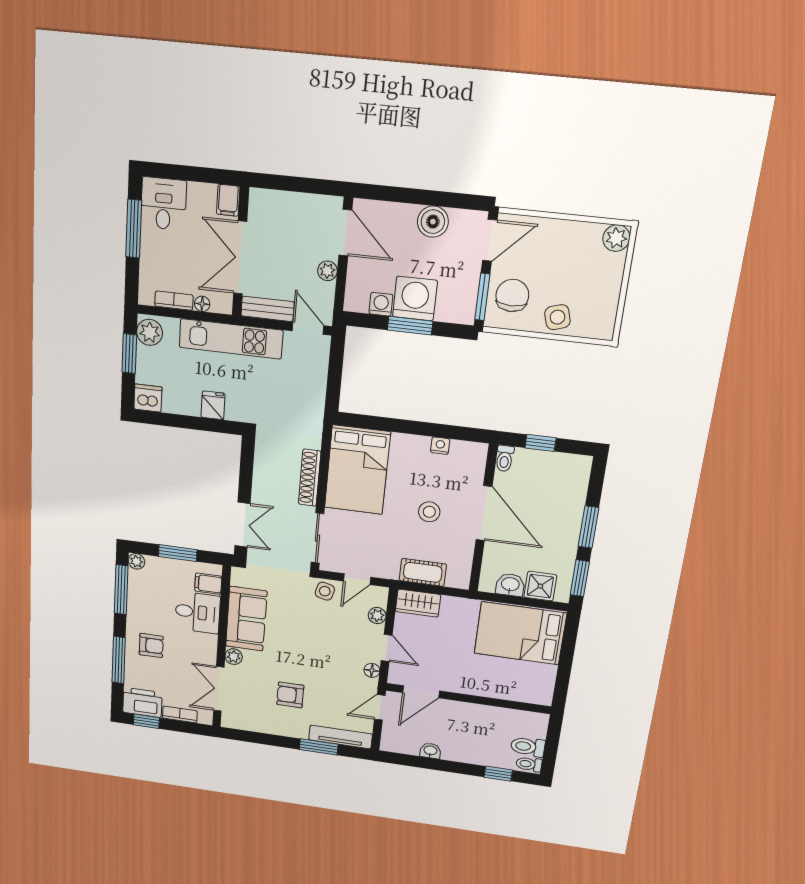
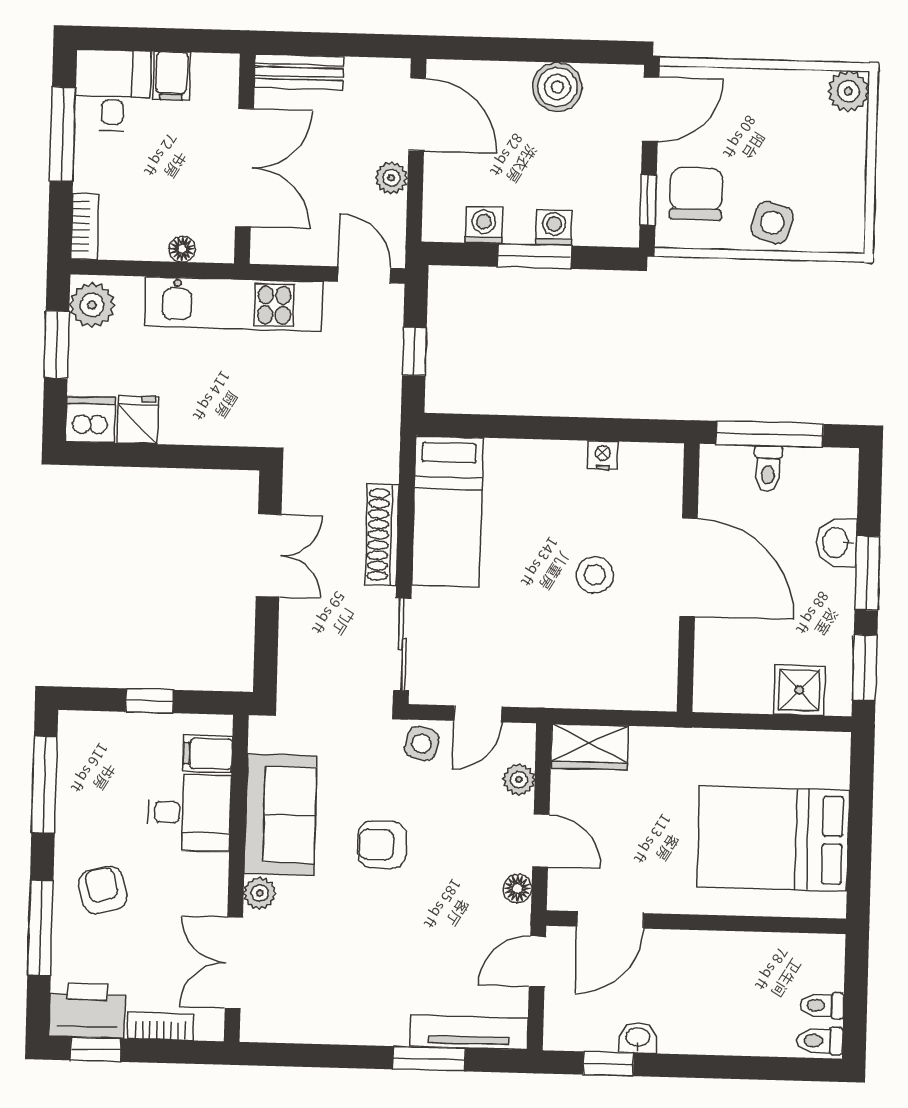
filing cabinet: (228, 200) -> (172, 76), moved
double door: (240, 258) -> (244, 168), swing flipped
window: (482, 297) -> (648, 200), width x0.67
washing machine: (415, 299) -> (554, 227), width x0.53, depth x0.53
bookcase: (174, 301) -> (85, 227), moved, turned 90
bench: (267, 309) -> (299, 72), moved
side table: (557, 317) -> (772, 223), turned 34
window: (335, 376) -> (414, 351), added
fridge: (213, 405) -> (138, 420), moved
window: (540, 443) -> (770, 434), width x2.17
toilet: (505, 458) -> (768, 468), moved
bed: (357, 470) -> (447, 512), width x0.67
double door: (242, 525) -> (269, 555), moved
window: (178, 553) -> (150, 701), width x0.67
plant: (136, 561) -> (73, 726), removed
cot: (423, 572) -> (593, 688), removed
washbasin: (510, 585) -> (836, 543), moved, turned -90
bed: (520, 633) -> (773, 839), moved
armchair: (151, 645) -> (103, 890), turned -105
armchair: (290, 695) -> (382, 845), moved
toilet: (528, 747) -> (822, 1005), width x0.73, depth x0.72
window: (498, 774) -> (608, 1064), moved

